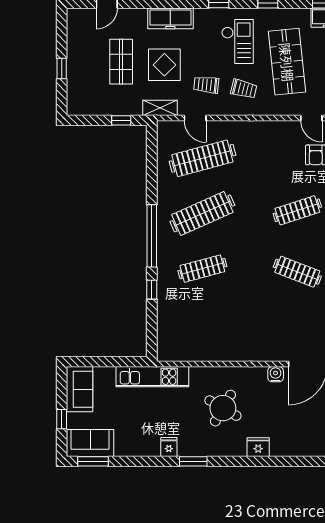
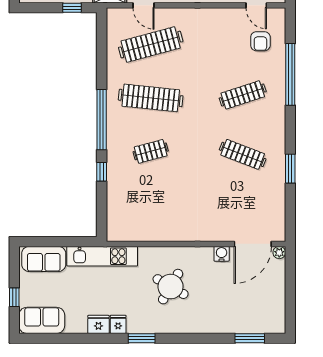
clothes rail: (202, 213) -> (151, 98), turned 30
clothes rail: (202, 269) -> (151, 151), width x0.73
sofa: (80, 389) -> (44, 259), moved, turned 90
fridge: (258, 447) -> (98, 324), moved
window: (93, 461) -> (250, 338), moved

